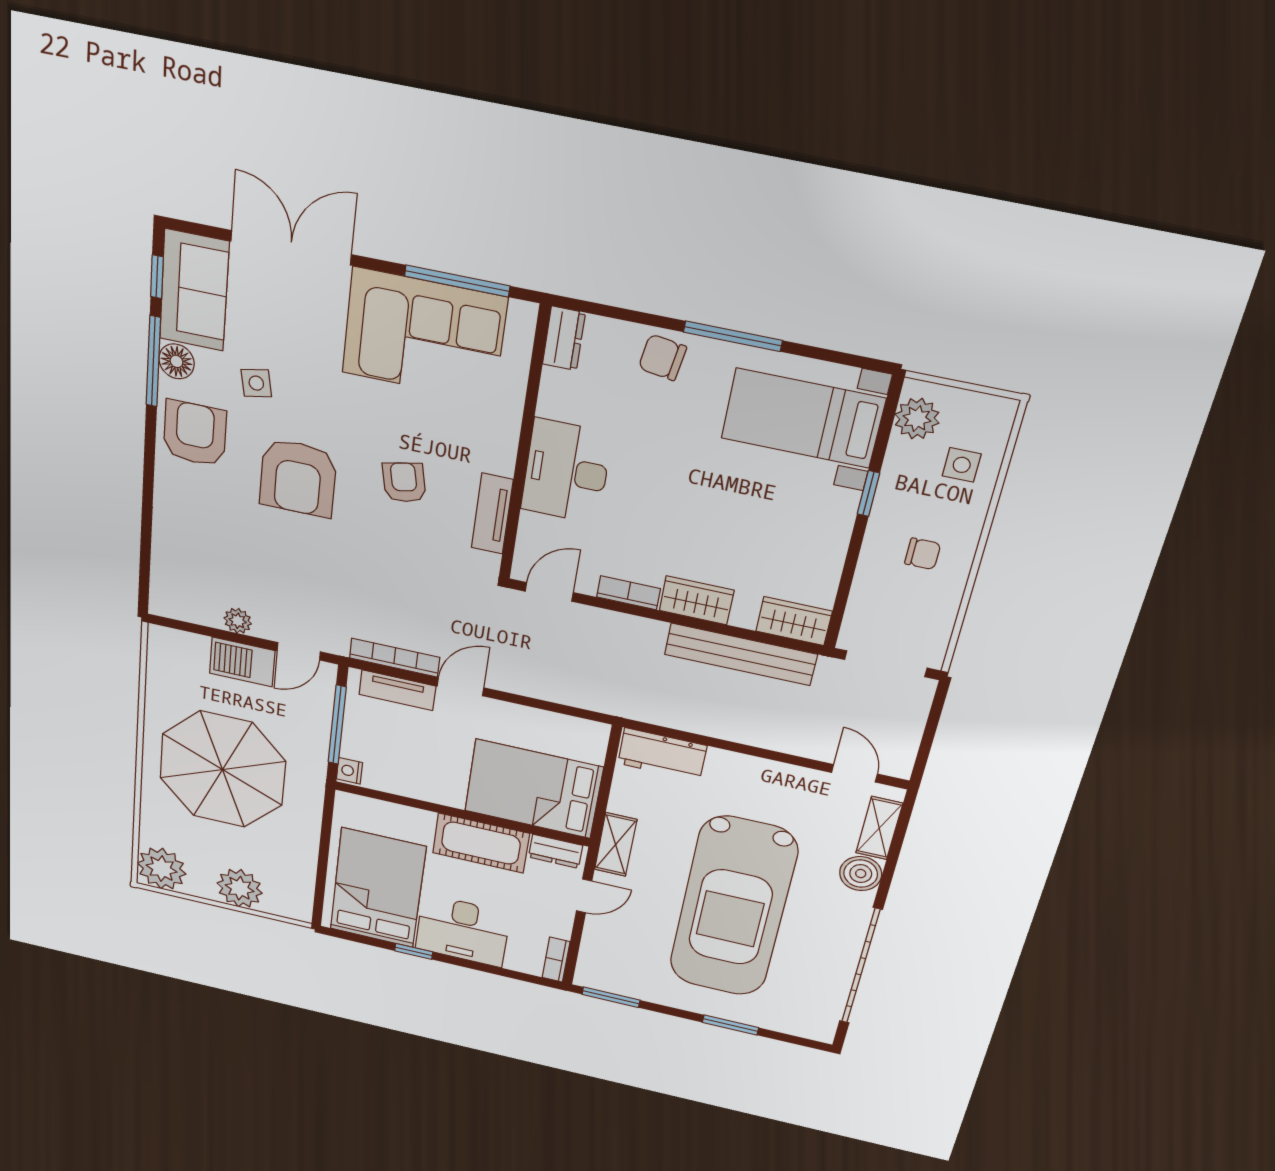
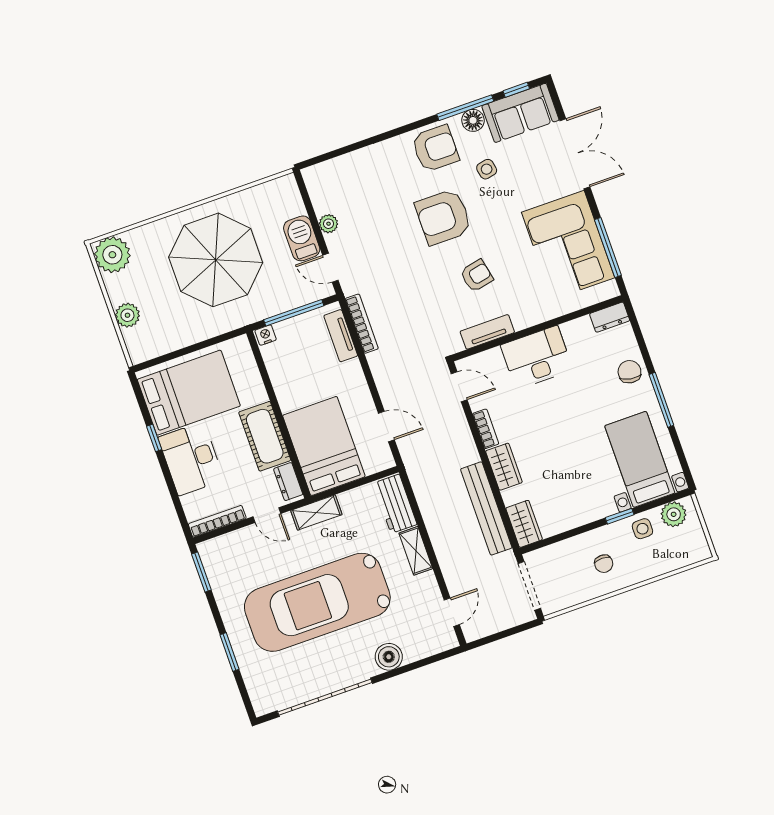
side table: (962, 465) -> (642, 529), moved
door: (460, 687) -> (386, 427), moved
shelving: (879, 828) -> (416, 551), moved, turned 90
plant: (240, 888) -> (127, 315), width x0.73, depth x0.73
bookcase: (556, 960) -> (217, 521), width x1.56

